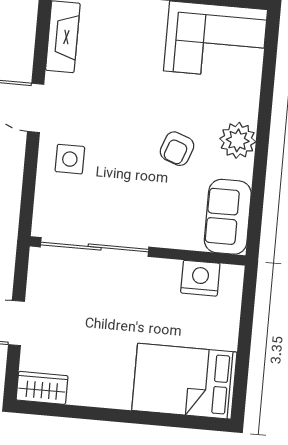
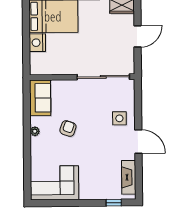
plant: (238, 140) -> (35, 131), width x0.53, depth x0.53
nightstand: (200, 278) -> (37, 43), moved, turned 90

